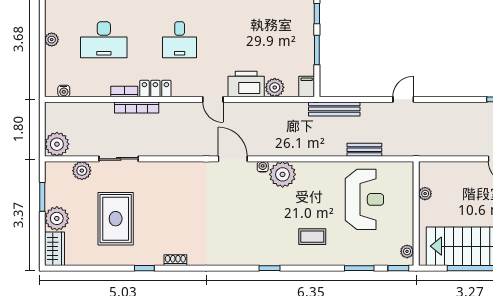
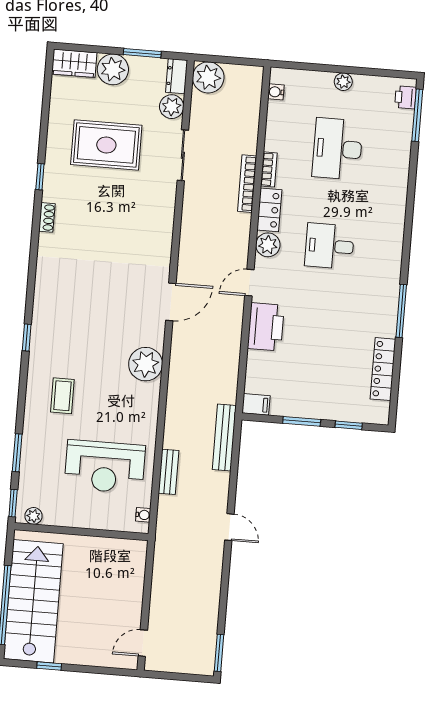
plant: (275, 87) -> (268, 245), moved
water cooler: (263, 167) -> (143, 515), moved
dresser: (58, 169) -> (177, 76), added
plant: (425, 194) -> (106, 545), removed

